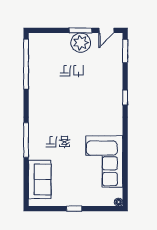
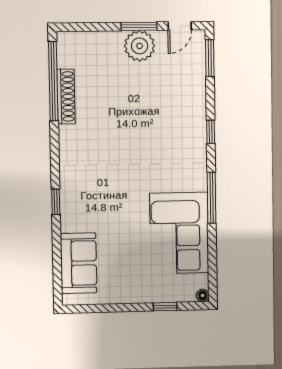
shoe rack: (34, 74) -> (66, 96), added
window: (26, 140) -> (56, 202), width x0.46
window: (125, 140) -> (211, 198), added
window: (74, 209) -> (165, 307), moved

